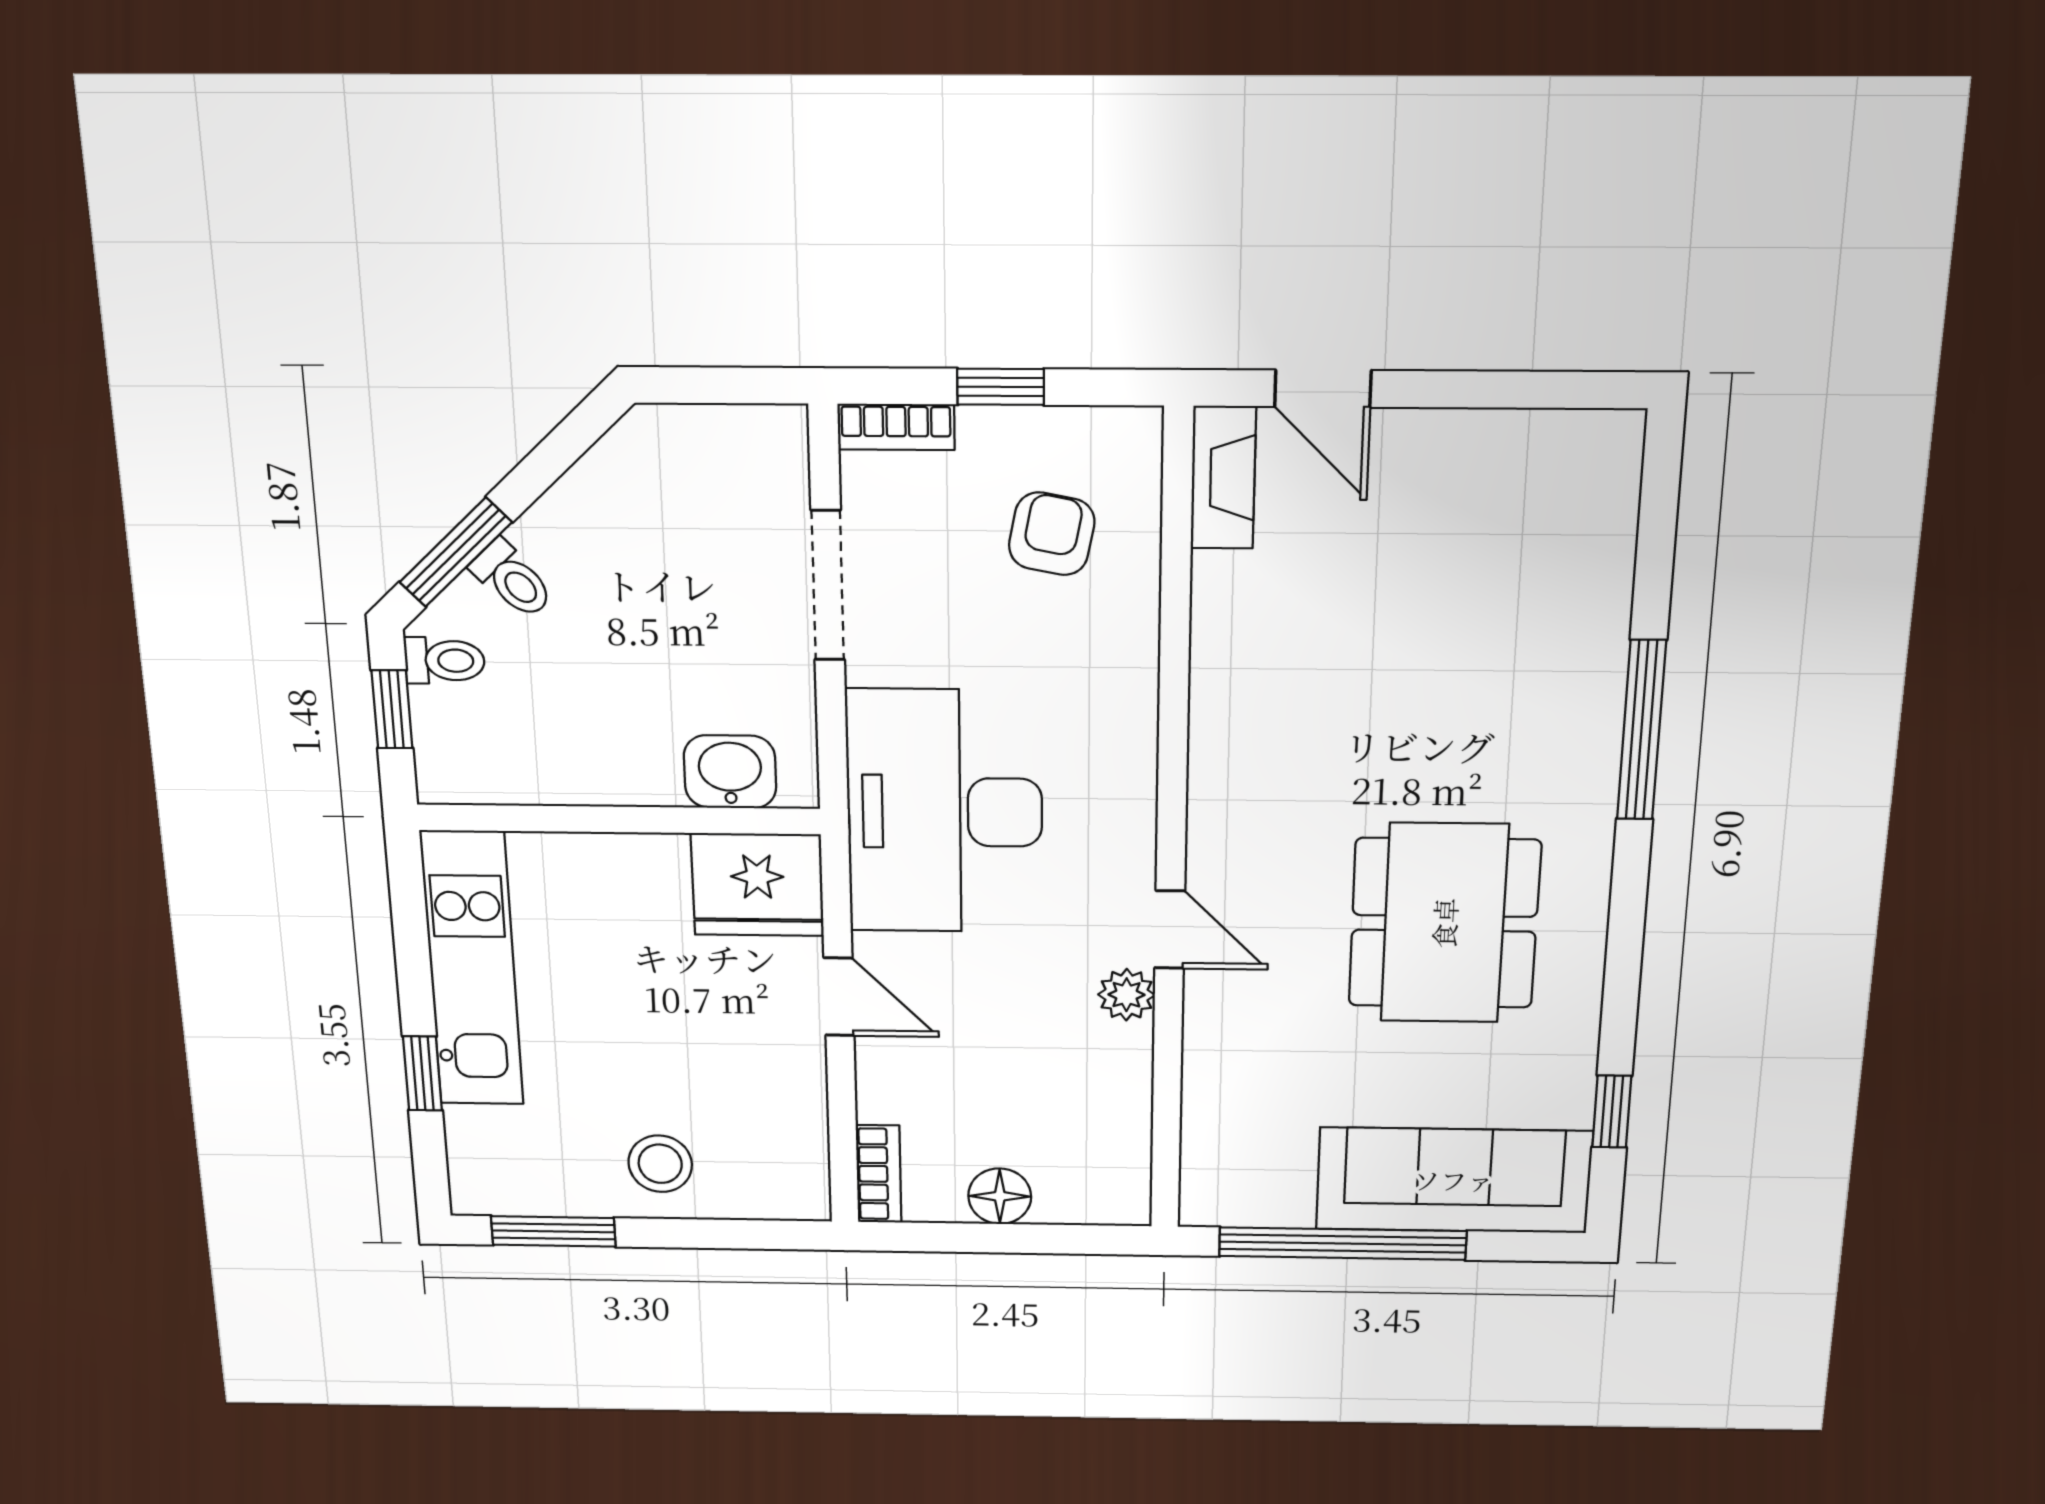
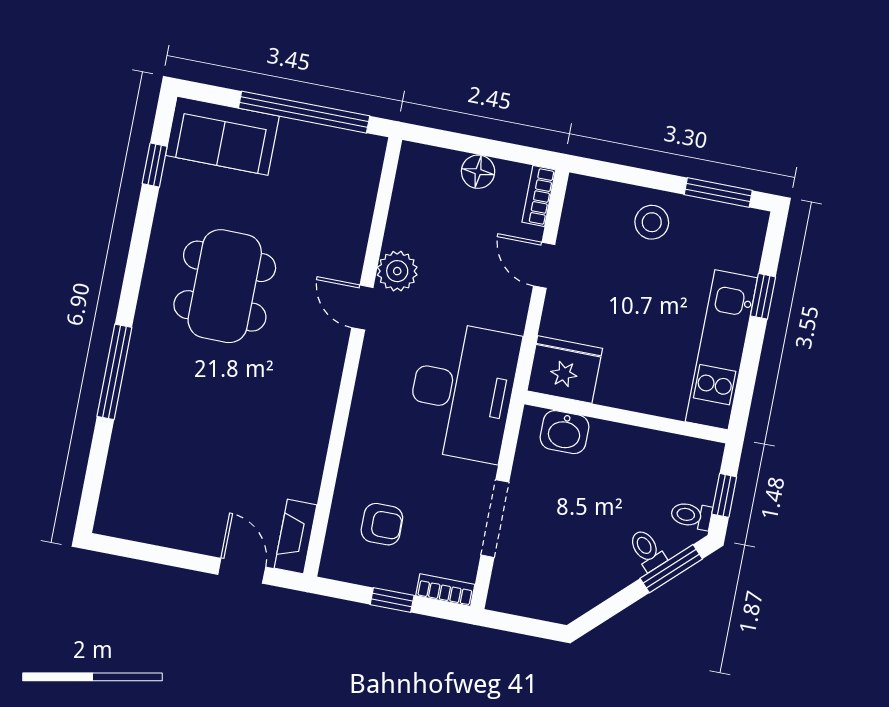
armchair: (1052, 534) -> (382, 524), turned -101
plant: (1126, 995) -> (397, 271), width x1.38, depth x1.38
door: (839, 997) -> (544, 265), moved
sofa: (1454, 1180) -> (222, 136), width x0.73

